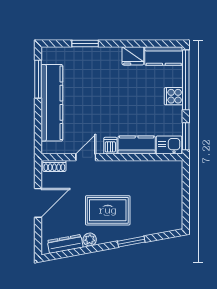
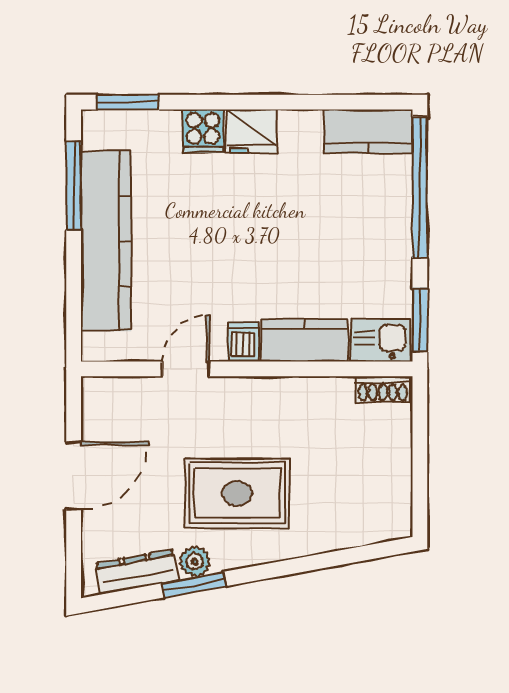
window: (85, 43) -> (128, 102), moved
fridge: (133, 56) -> (252, 131), moved
cooker: (173, 96) -> (203, 131), moved, turned -90
shoe rack: (54, 166) -> (383, 389), moved
window: (131, 242) -> (194, 585), moved

